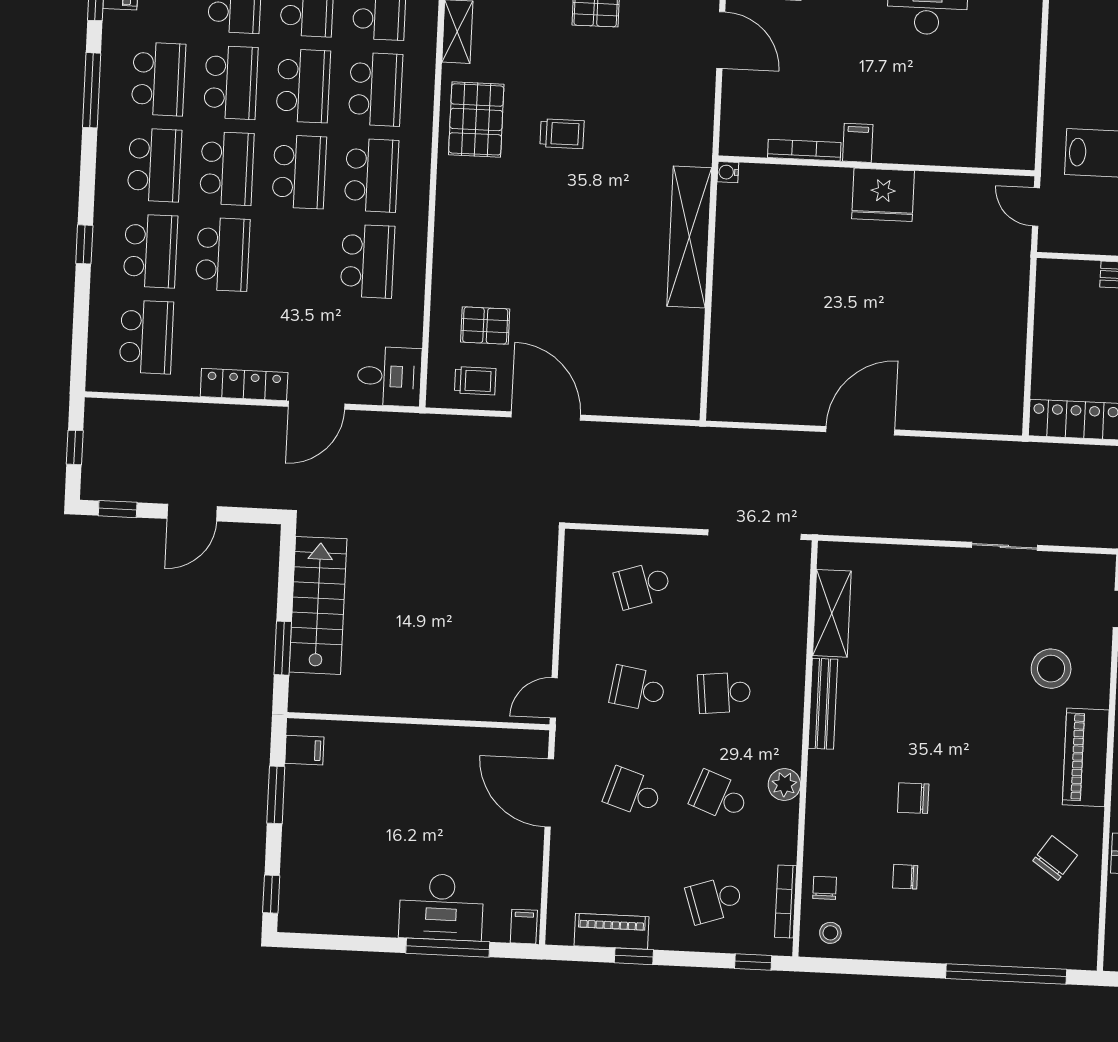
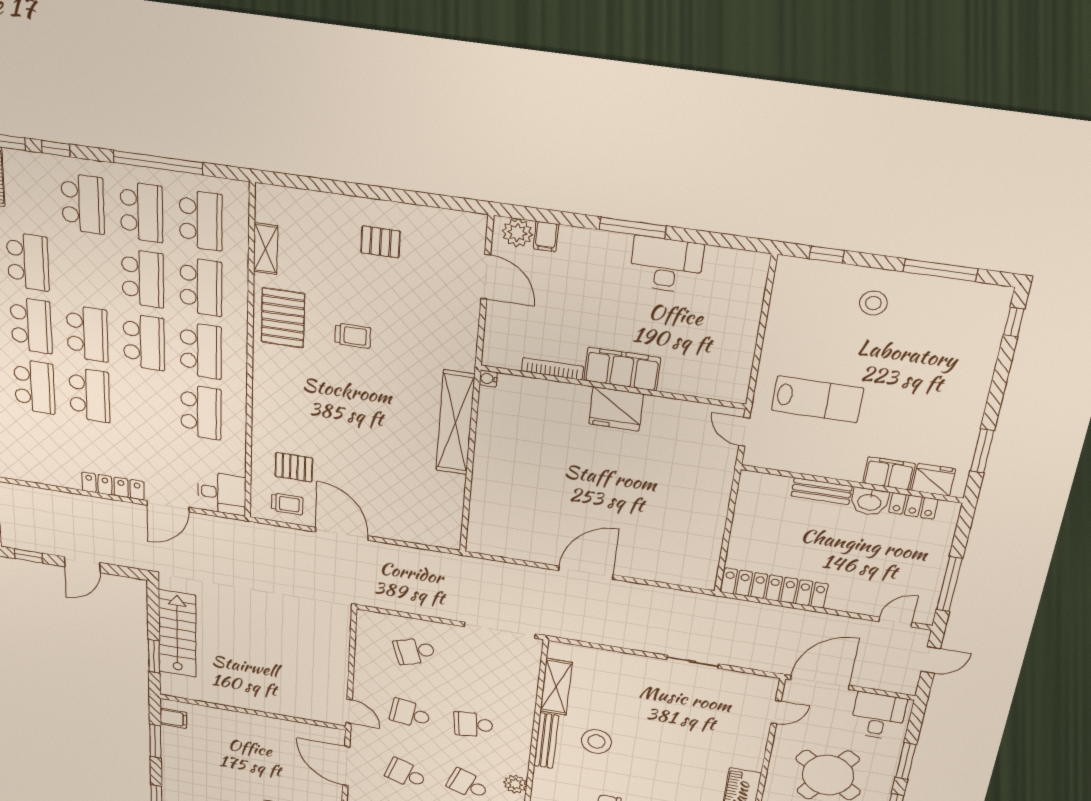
school desk: (231, 82) -> (85, 270), removed
filing cabinet: (858, 143) -> (622, 369), width x3.00, depth x1.17
school desk: (146, 337) -> (38, 446), removed
stool: (1051, 669) -> (596, 741), moved
door: (554, 698) -> (349, 711), swing flipped

